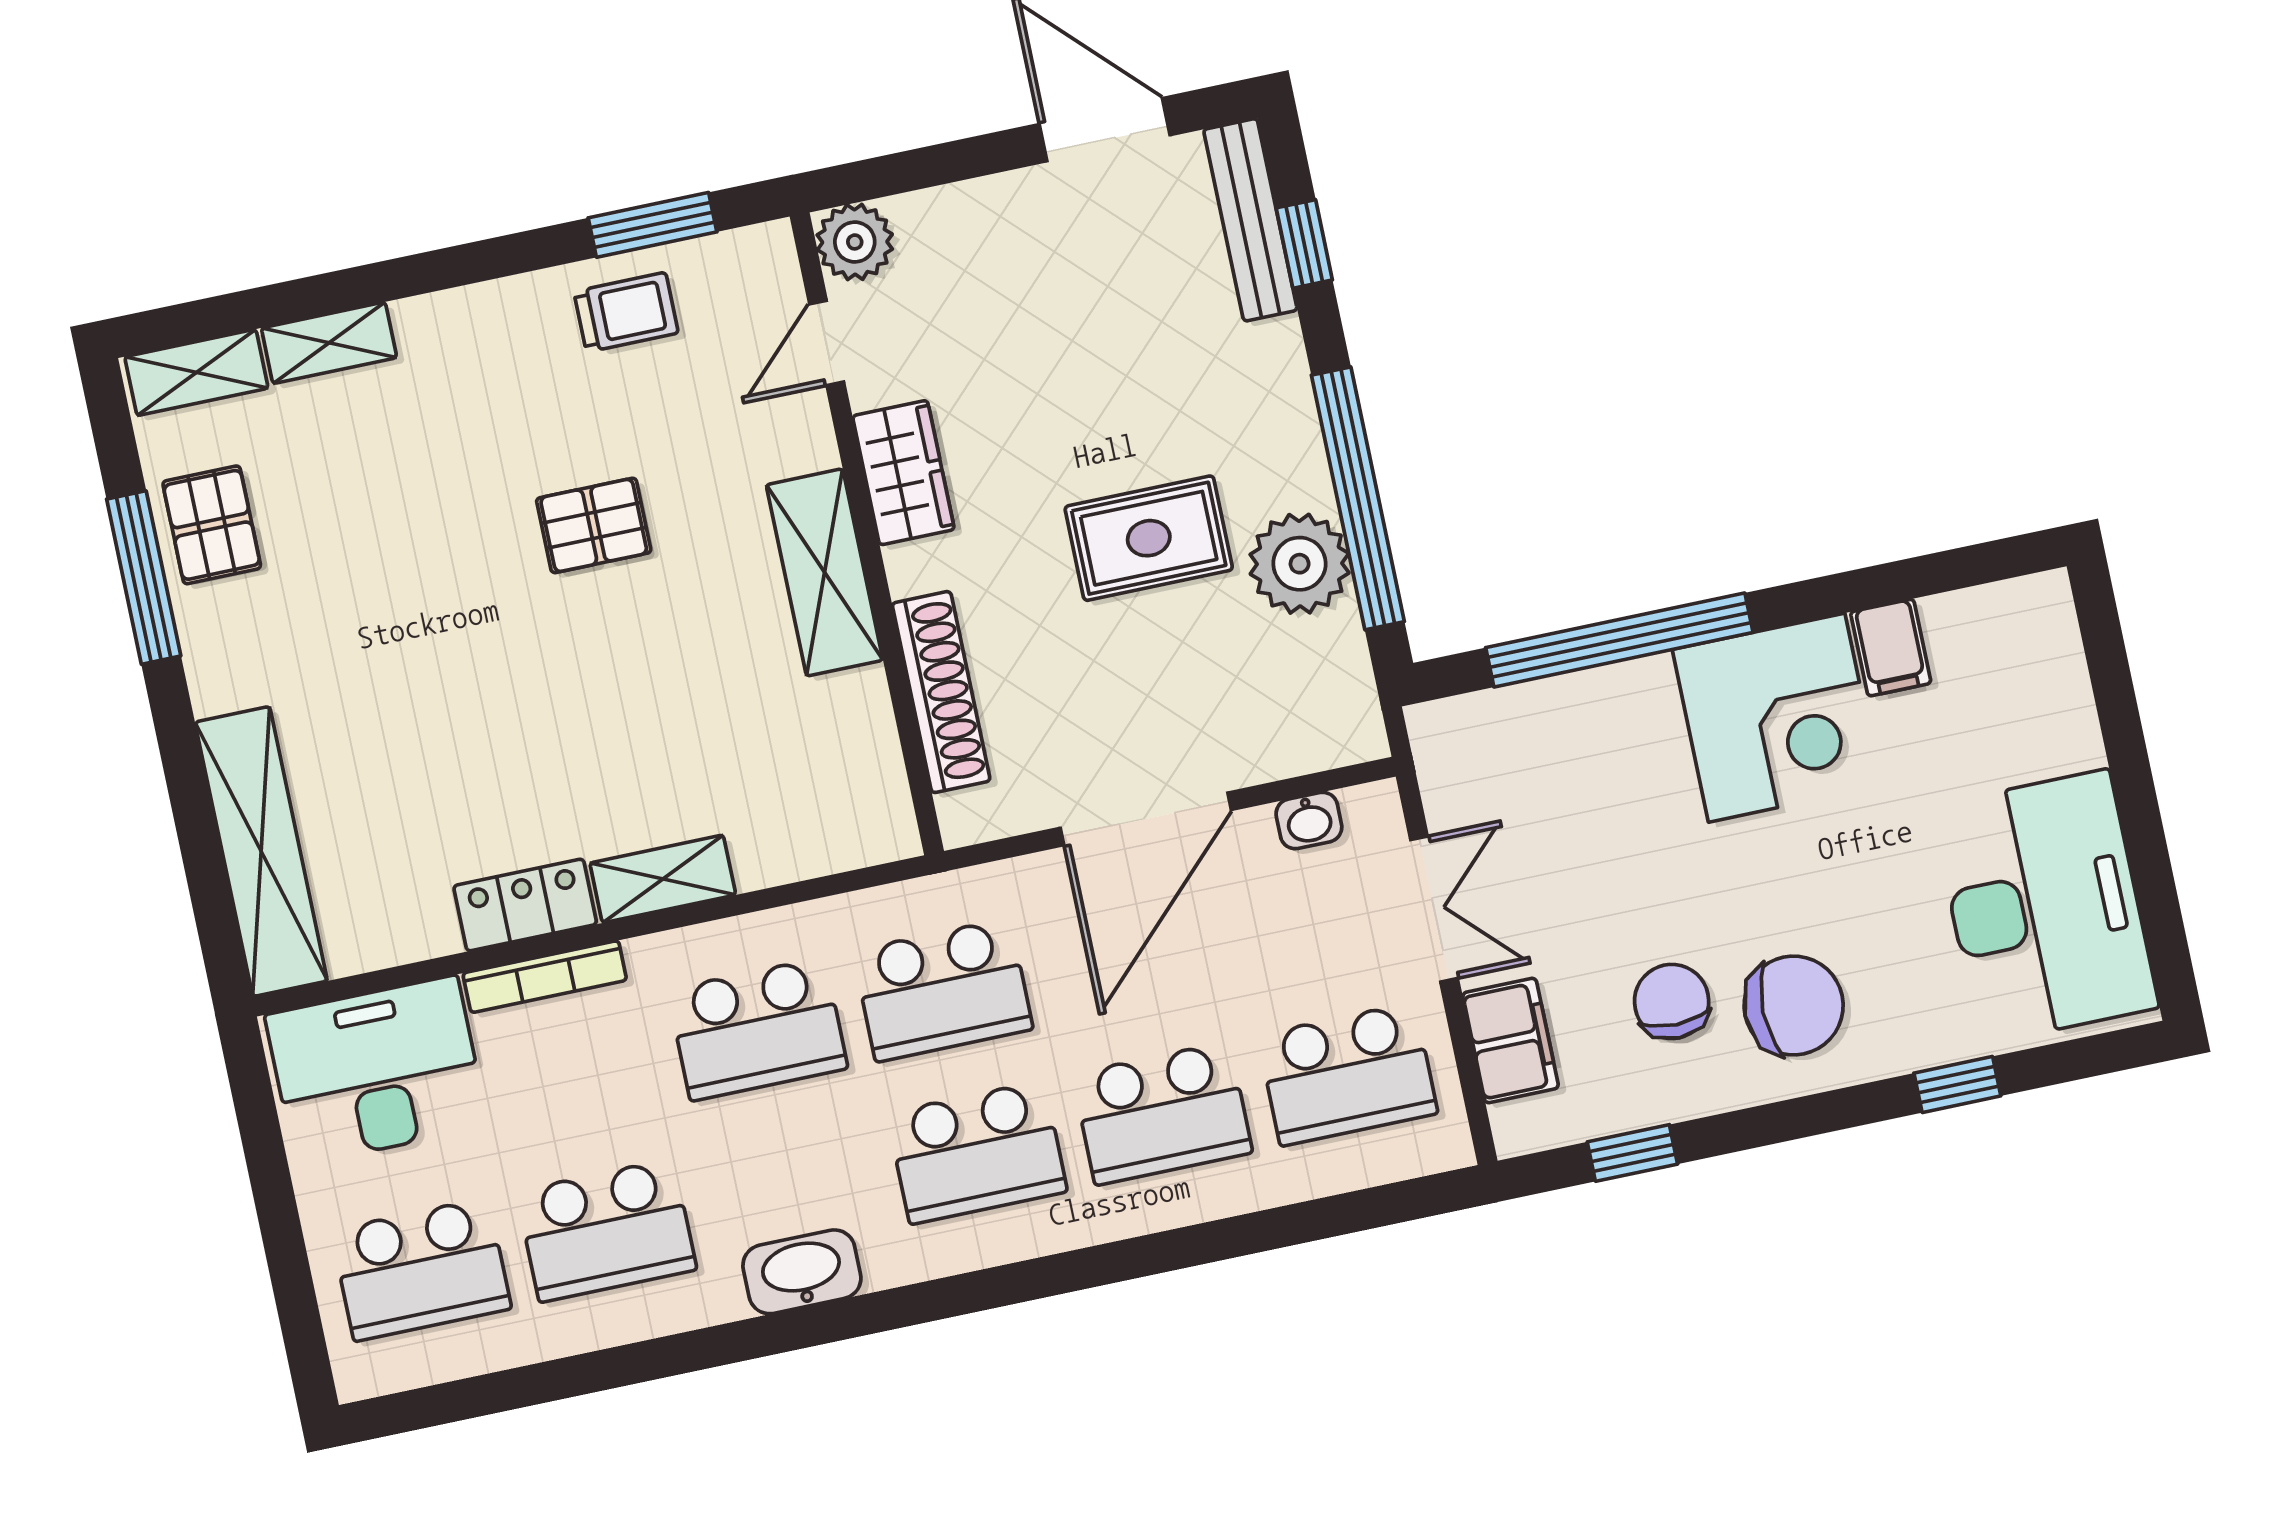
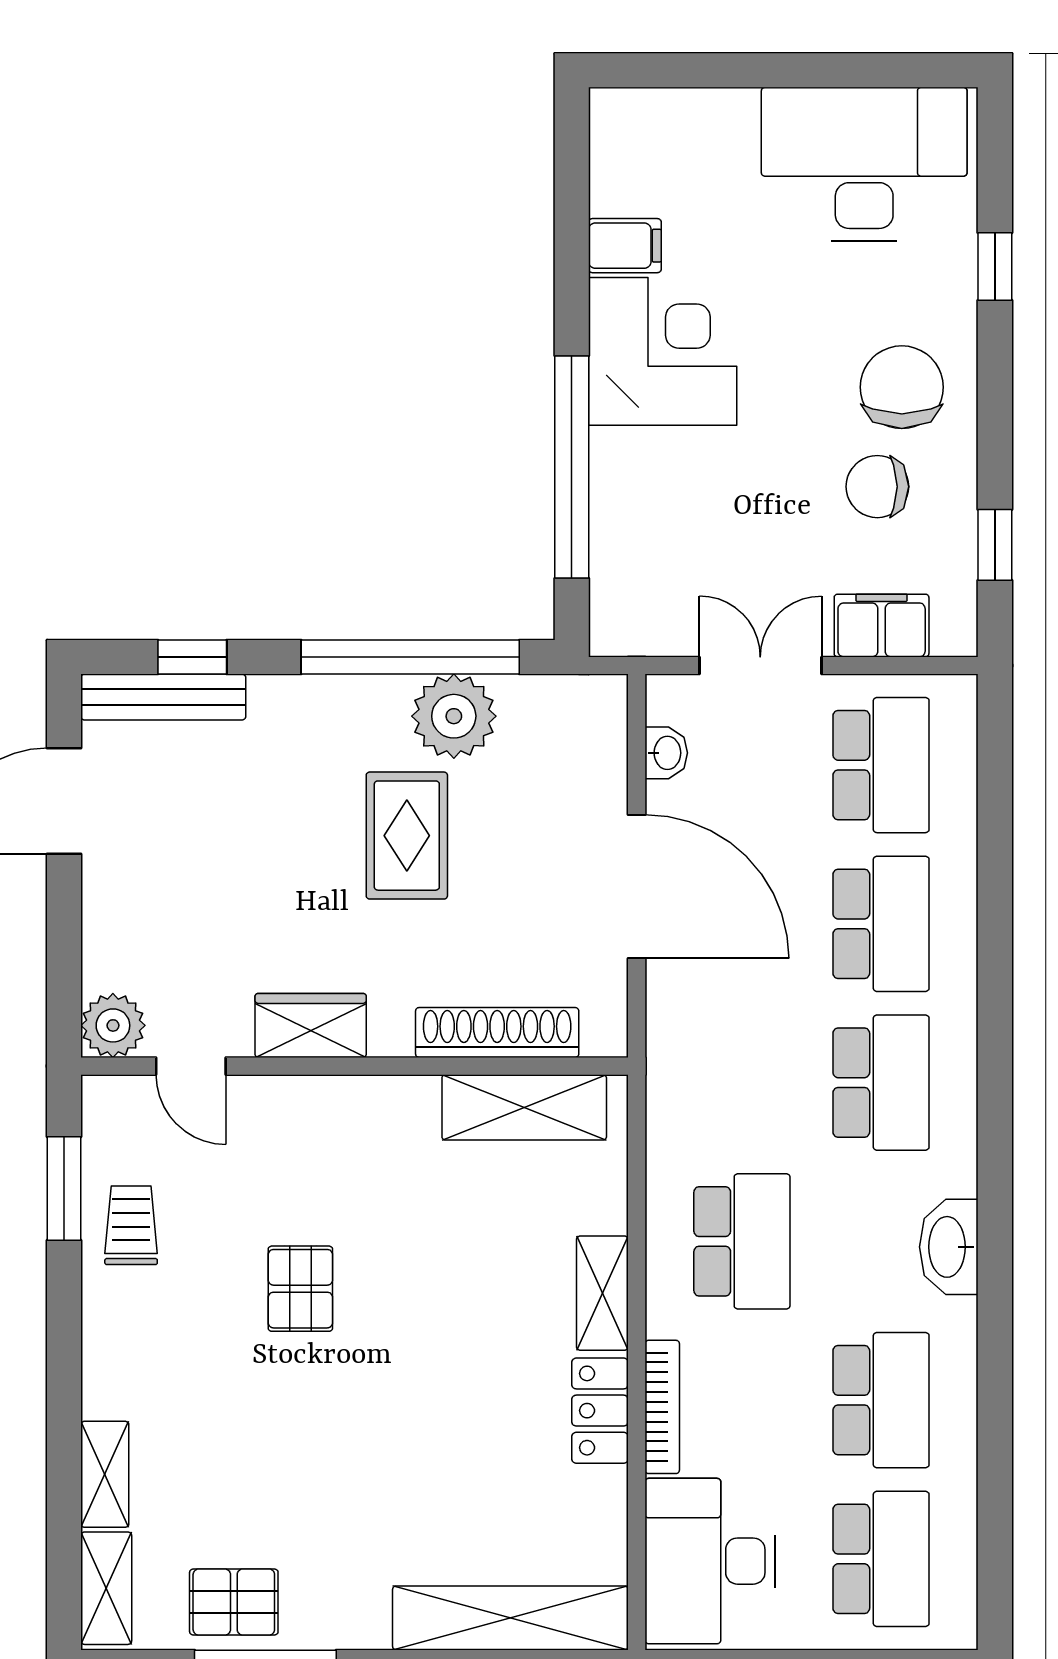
shelving: (825, 572) -> (524, 1107), moved
school desk: (943, 990) -> (742, 1083), removed

